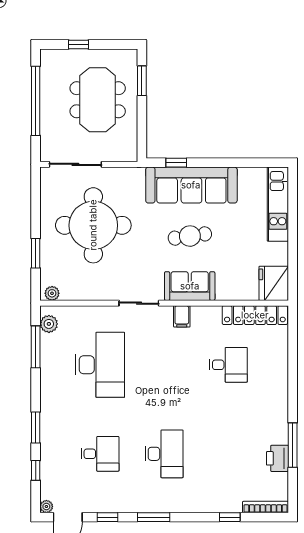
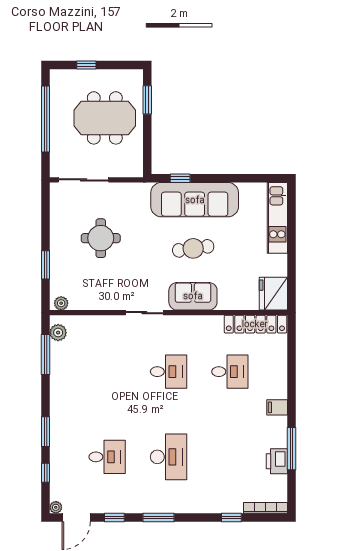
meeting table: (98, 100) -> (105, 118), turned 90
round table: (93, 225) -> (101, 238), width x0.54, depth x0.54
filing cabinet: (182, 316) -> (277, 407), moved, turned 90
desk: (100, 365) -> (168, 372), moved, width x0.53, depth x0.77

